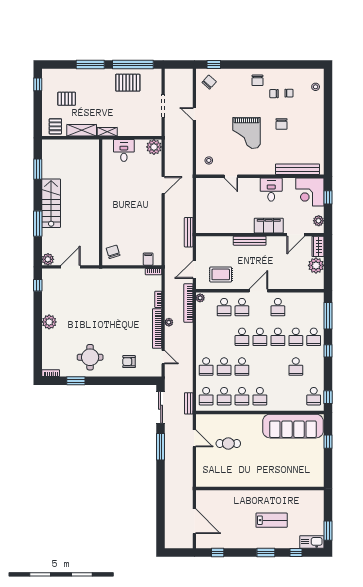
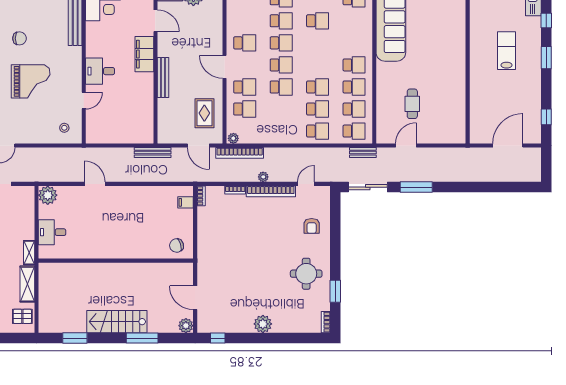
desk: (271, 190) -> (100, 71), moved

